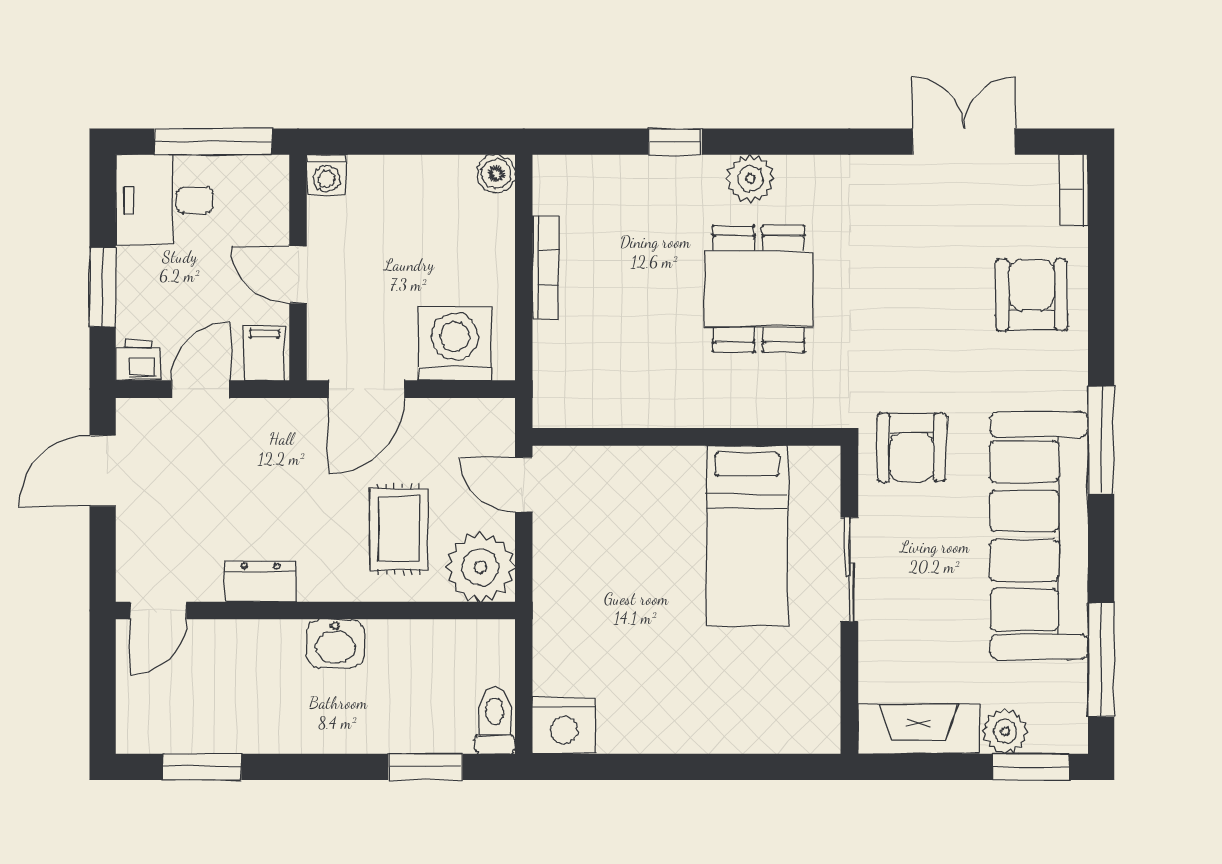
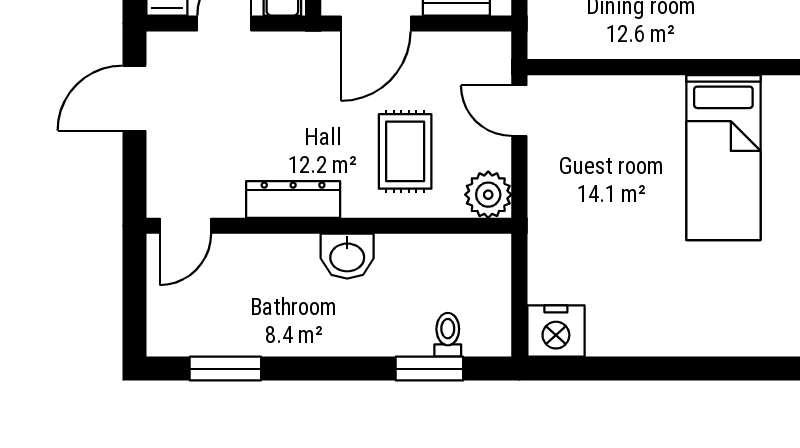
plant: (480, 567) -> (488, 195), width x0.73, depth x0.73
dresser: (260, 582) -> (293, 199), width x1.44
toilet: (495, 721) -> (448, 335), moved, width x0.73, depth x0.72

